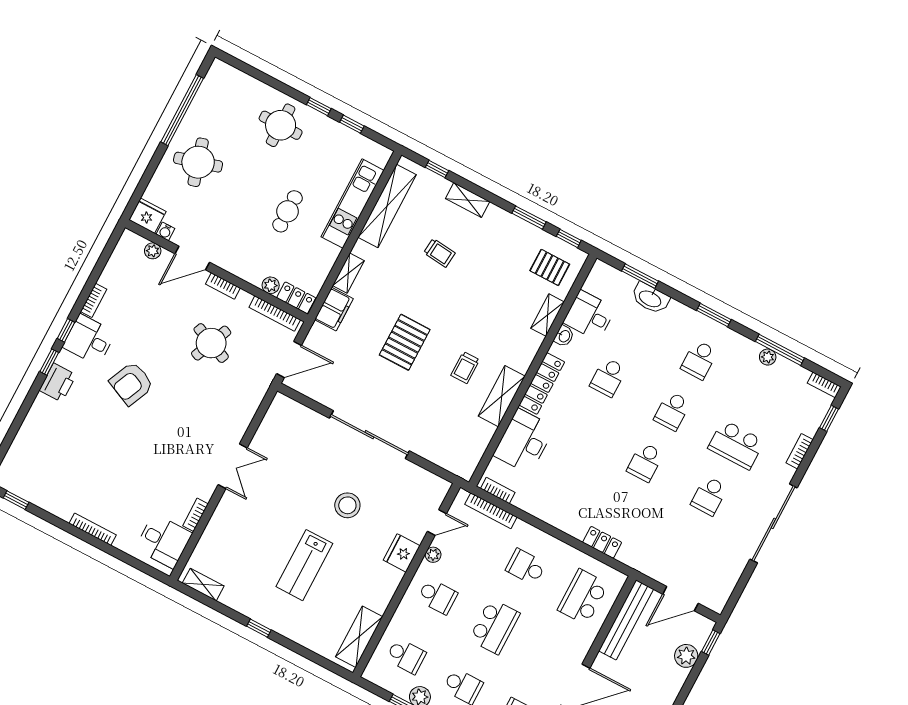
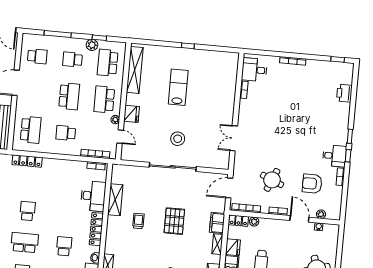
fridge: (147, 216) -> (233, 247), moved, turned -90
door: (192, 258) -> (299, 219), hinge flipped
printer: (58, 383) -> (344, 93), moved
armchair: (131, 383) -> (312, 184), moved, turned -114
shelving: (502, 396) -> (115, 200), moved
school desk: (672, 411) -> (25, 243), width x1.85
double door: (233, 466) -> (234, 138), moved
stool: (347, 505) -> (178, 139), moved
door: (437, 522) -> (120, 137), swing flipped
locker: (602, 542) -> (27, 161), width x1.53
school desk: (526, 567) -> (66, 133), turned 180
shelving: (203, 585) -> (225, 56), removed
school desk: (437, 596) -> (104, 99), width x1.85
school desk: (494, 626) -> (69, 96), turned 180
shelving: (359, 637) -> (135, 70), width x1.47
school desk: (406, 656) -> (108, 63), width x1.85

